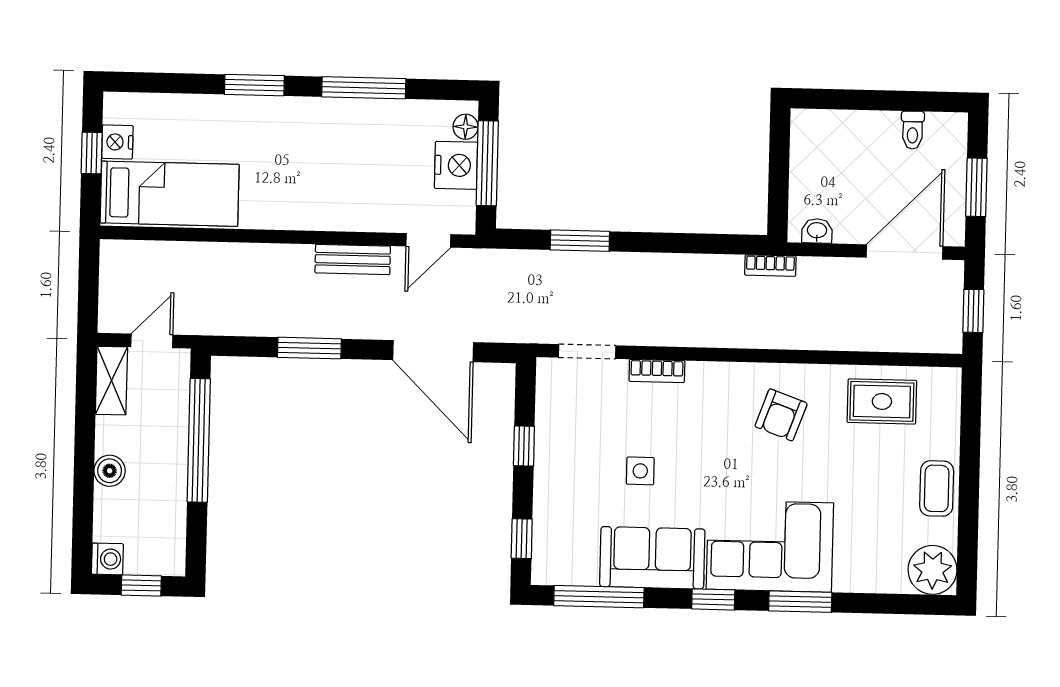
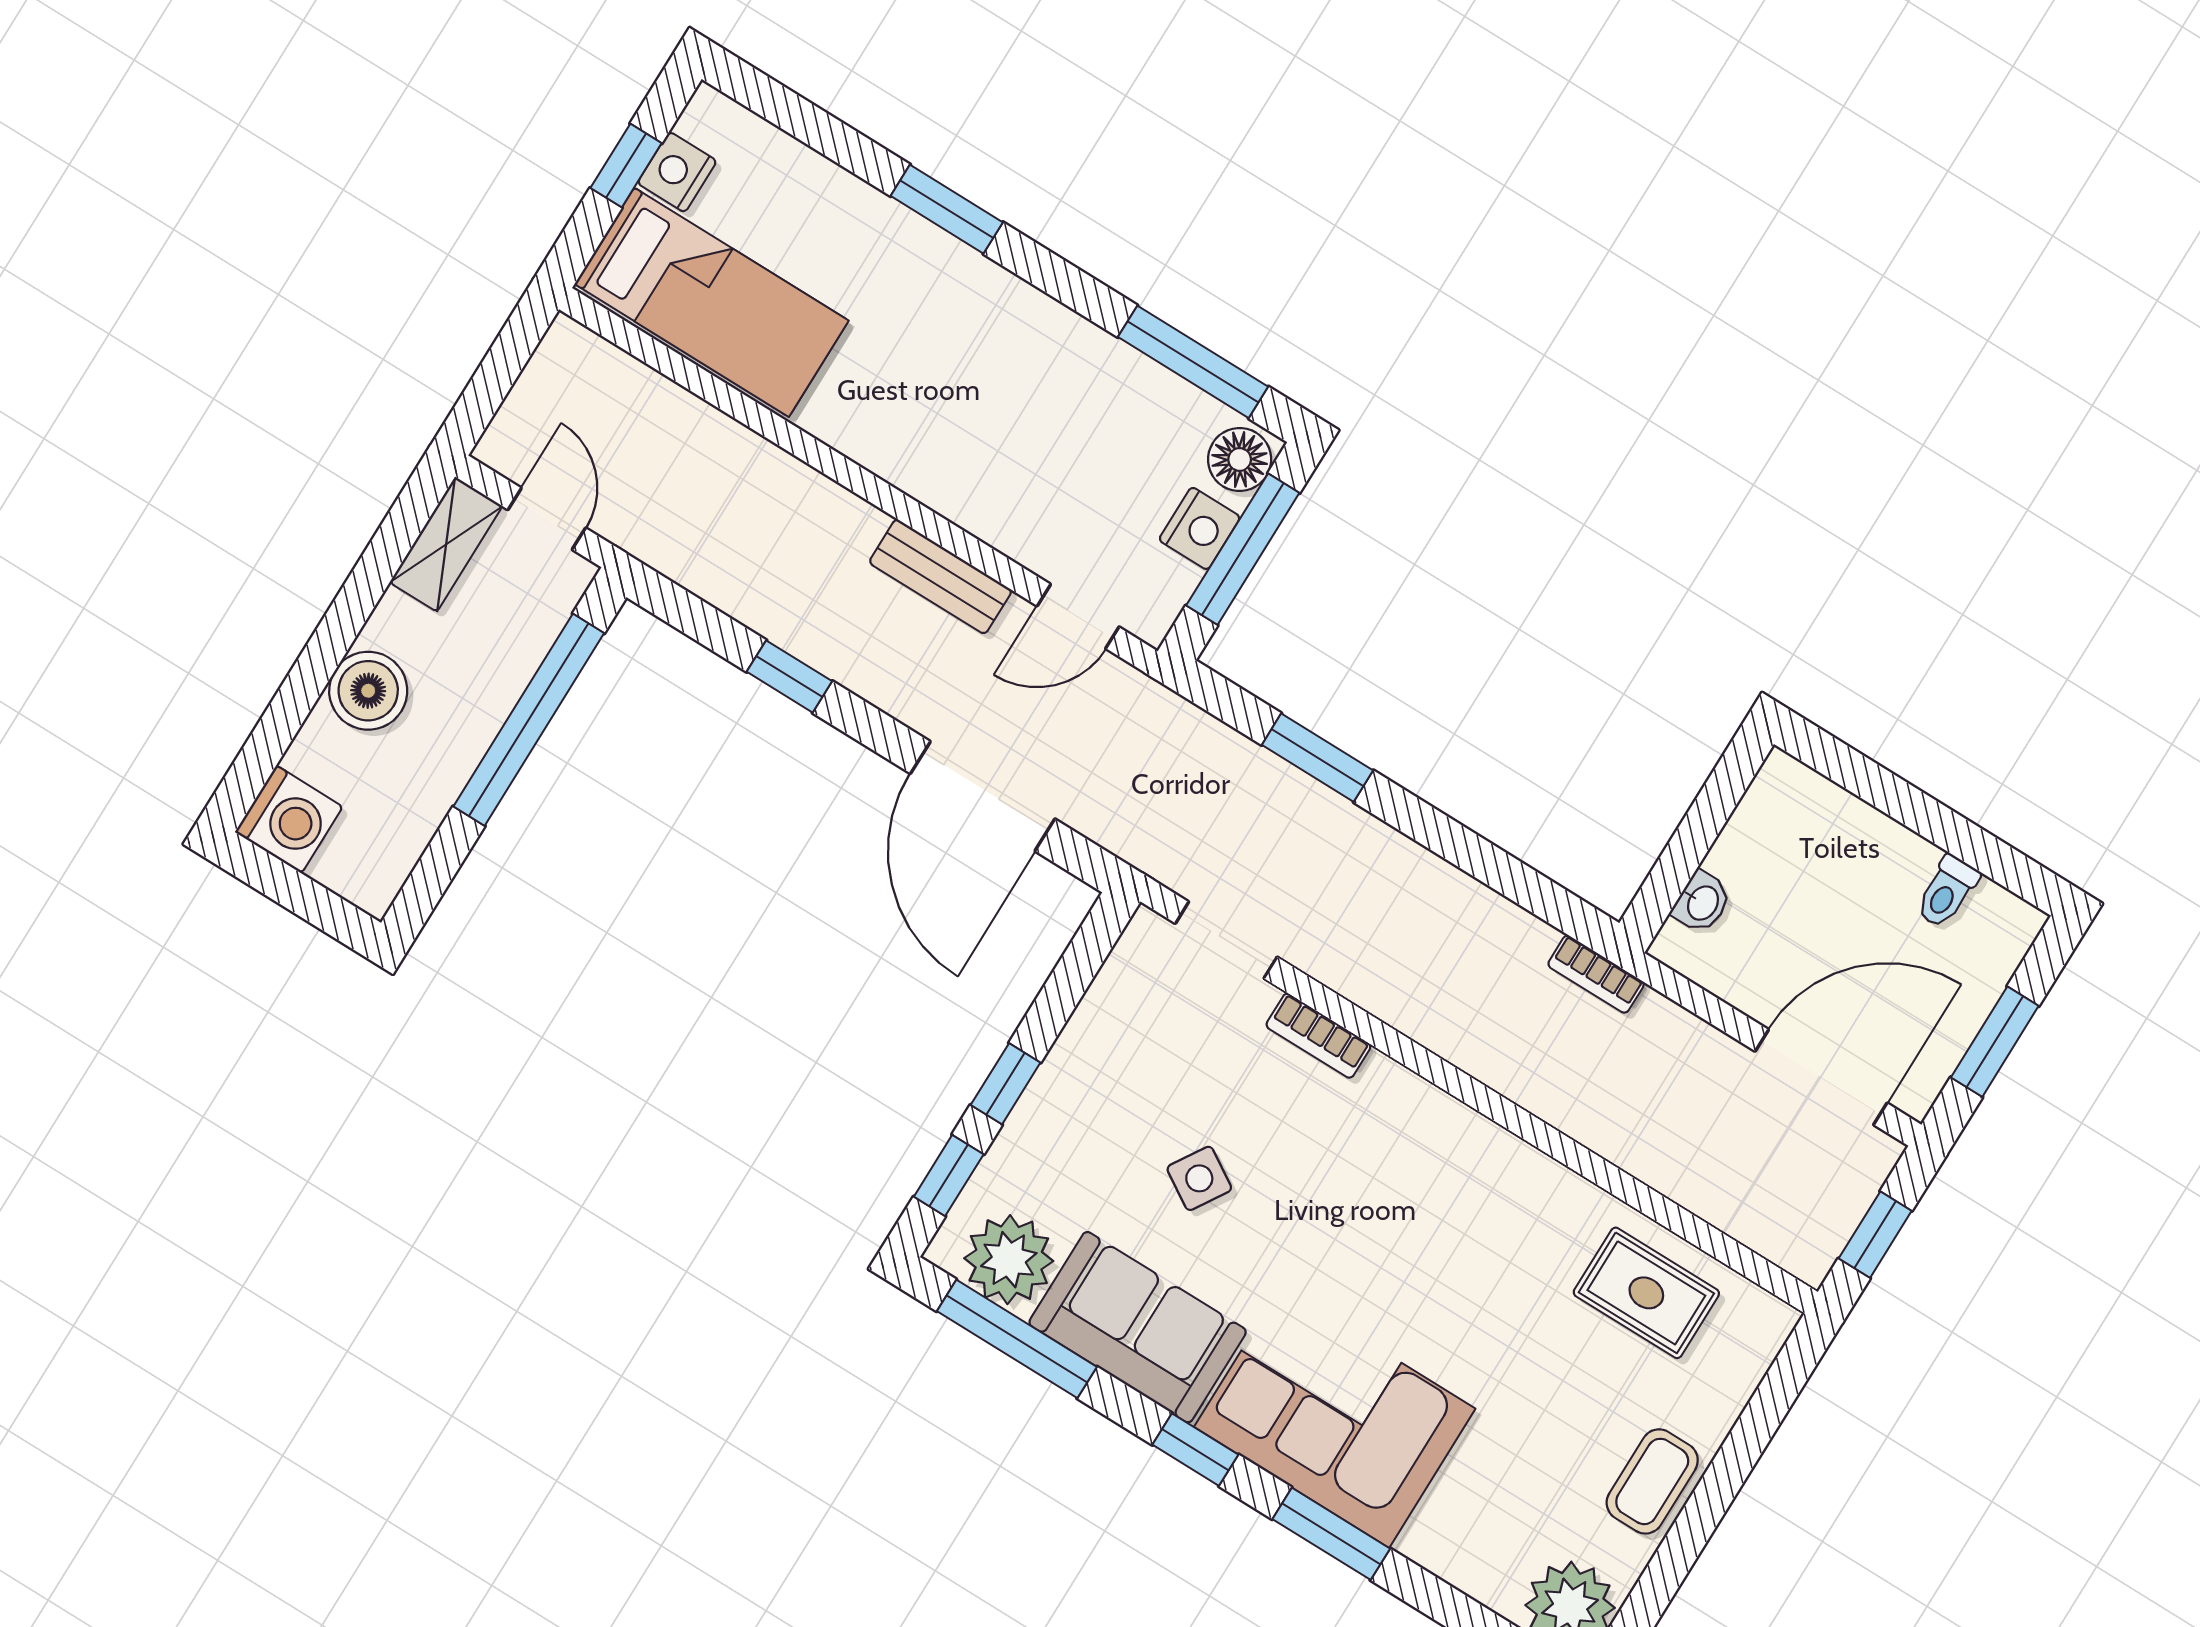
window: (364, 88) -> (1193, 362), moved
floor lamp: (466, 127) -> (1240, 459), width x1.37, depth x1.37
nightstand: (456, 165) -> (1200, 528), width x0.74, depth x0.75
washbasin: (817, 231) -> (1702, 902), moved, turned 90
door: (152, 341) -> (547, 519), hinge flipped
window: (309, 348) -> (789, 676), width x0.67
armchair: (781, 415) -> (1474, 1220), removed
window: (524, 446) -> (1006, 1084), moved
boiler: (110, 471) -> (368, 691), width x1.36, depth x1.36
side table: (640, 471) -> (1199, 1178), turned 32
washing machine: (107, 559) -> (289, 819), width x1.38, depth x1.38
plant: (573, 562) -> (1009, 1260), added
window: (141, 585) -> (303, 896), removed

